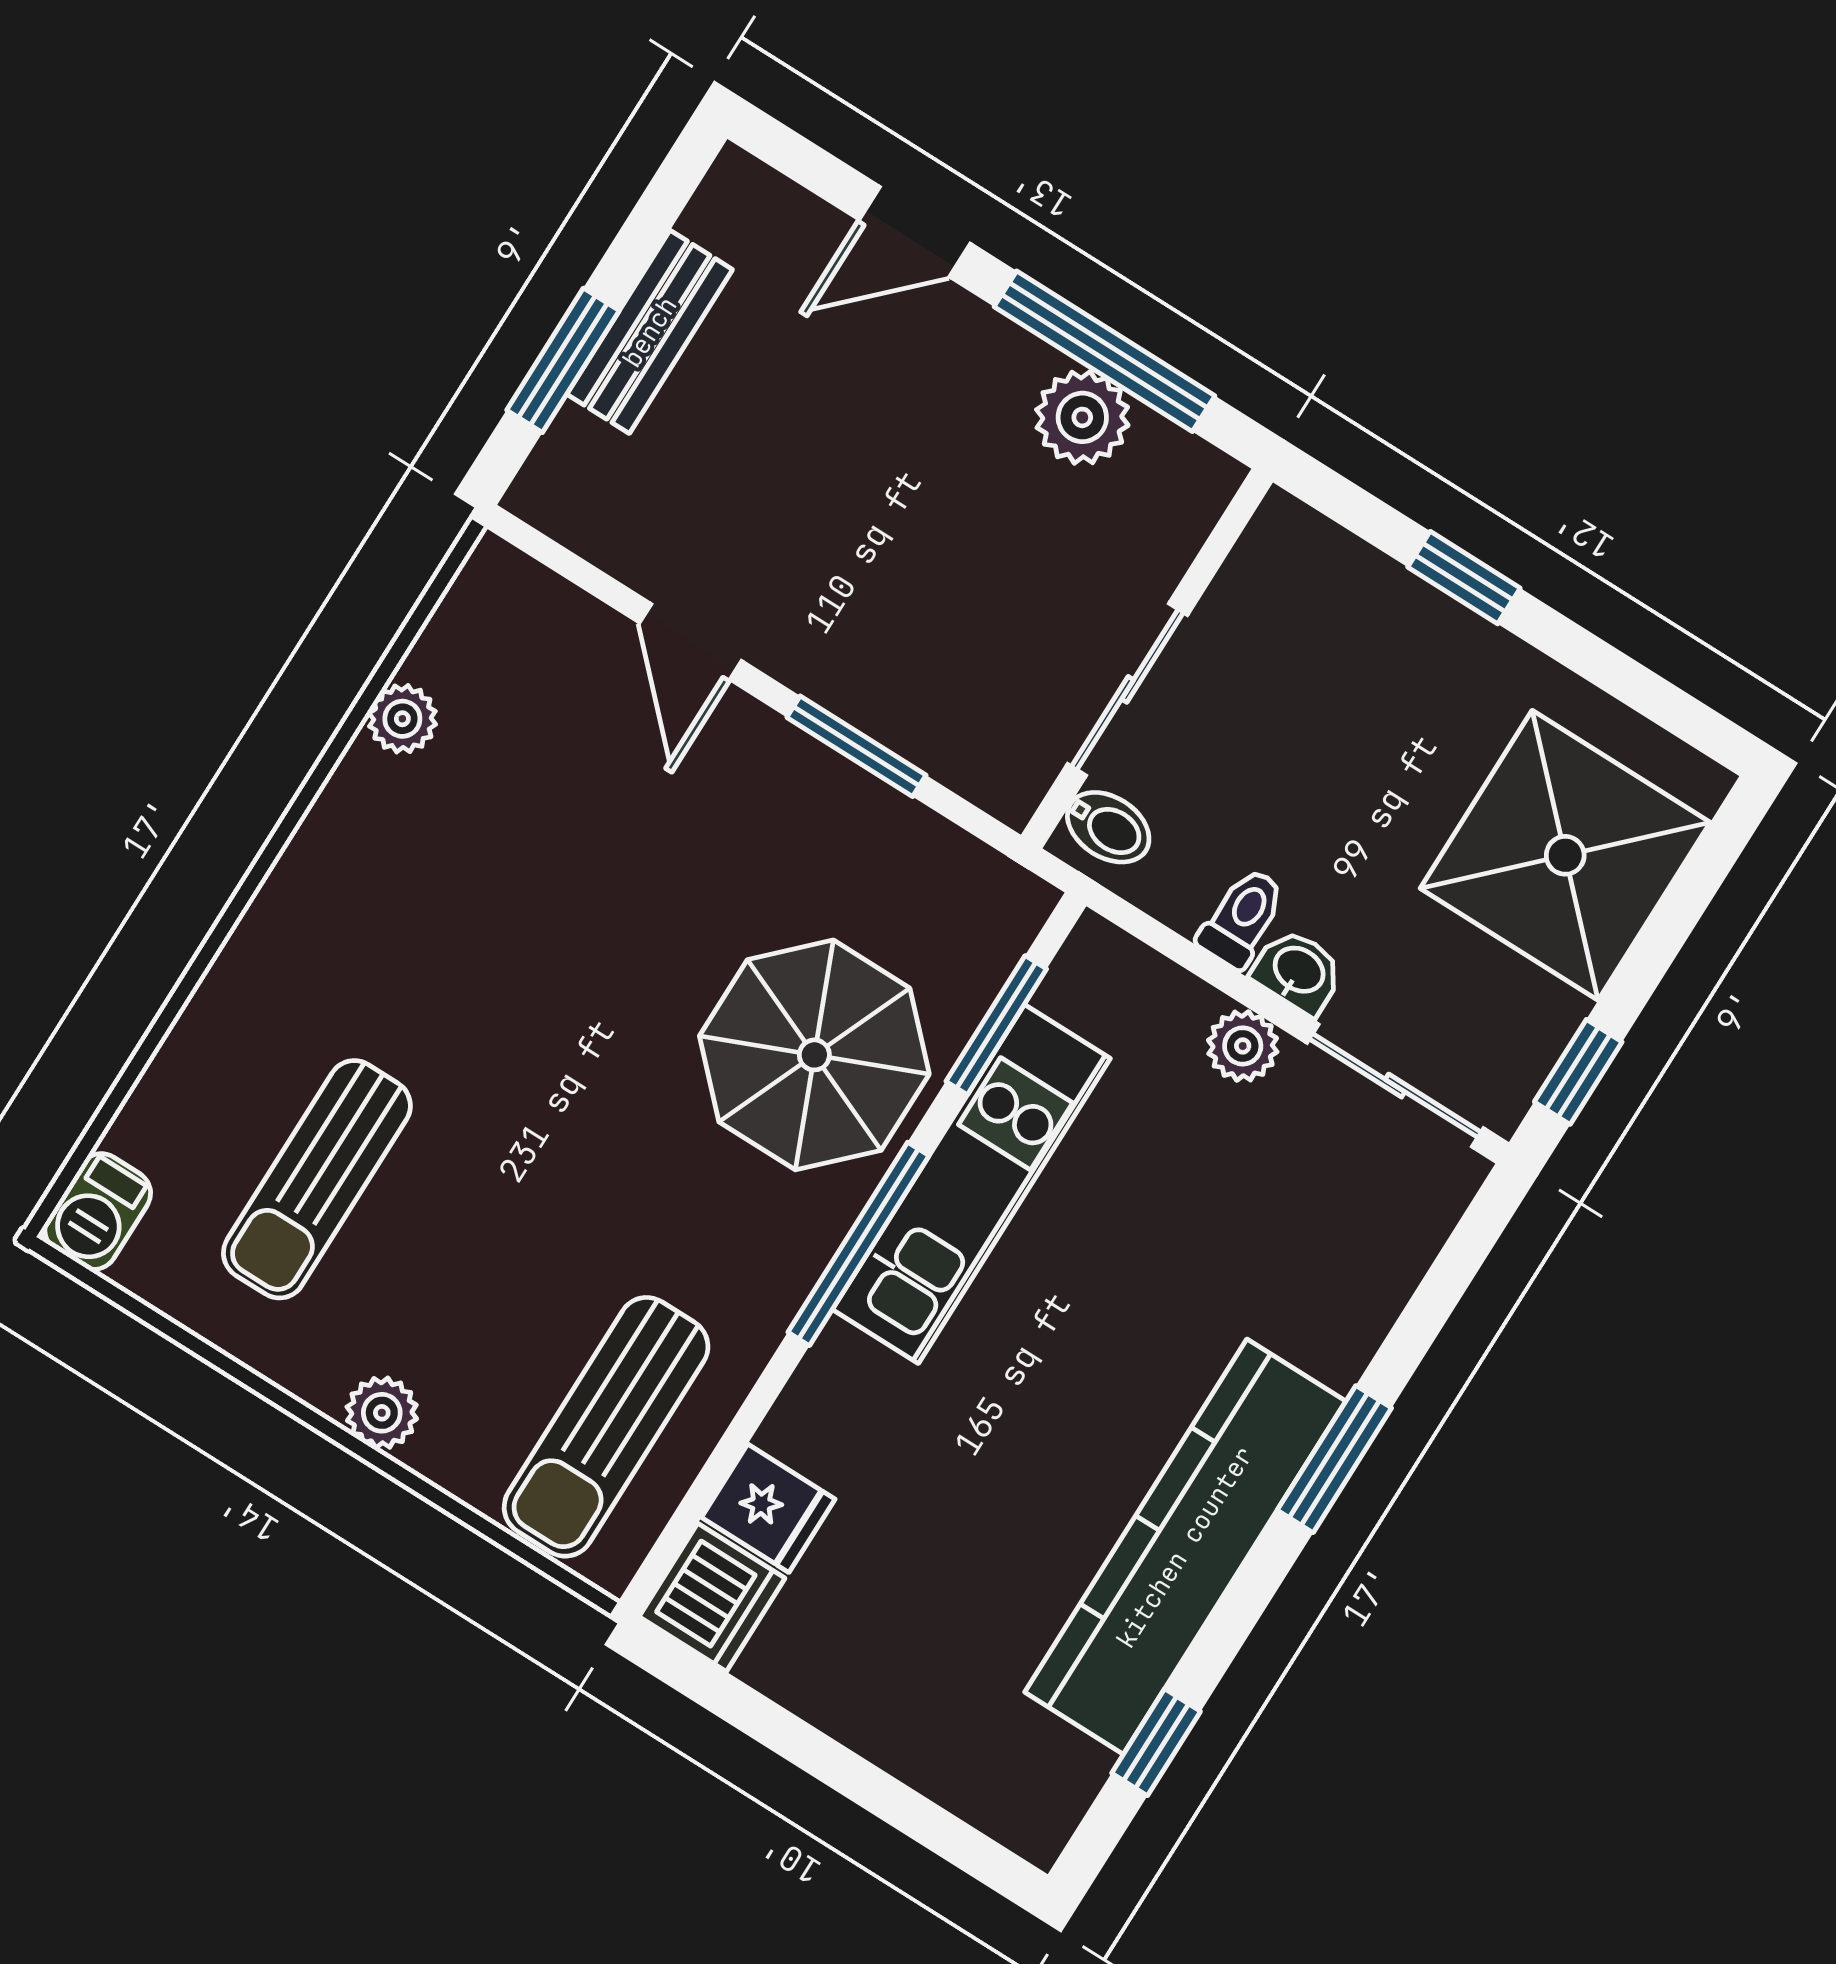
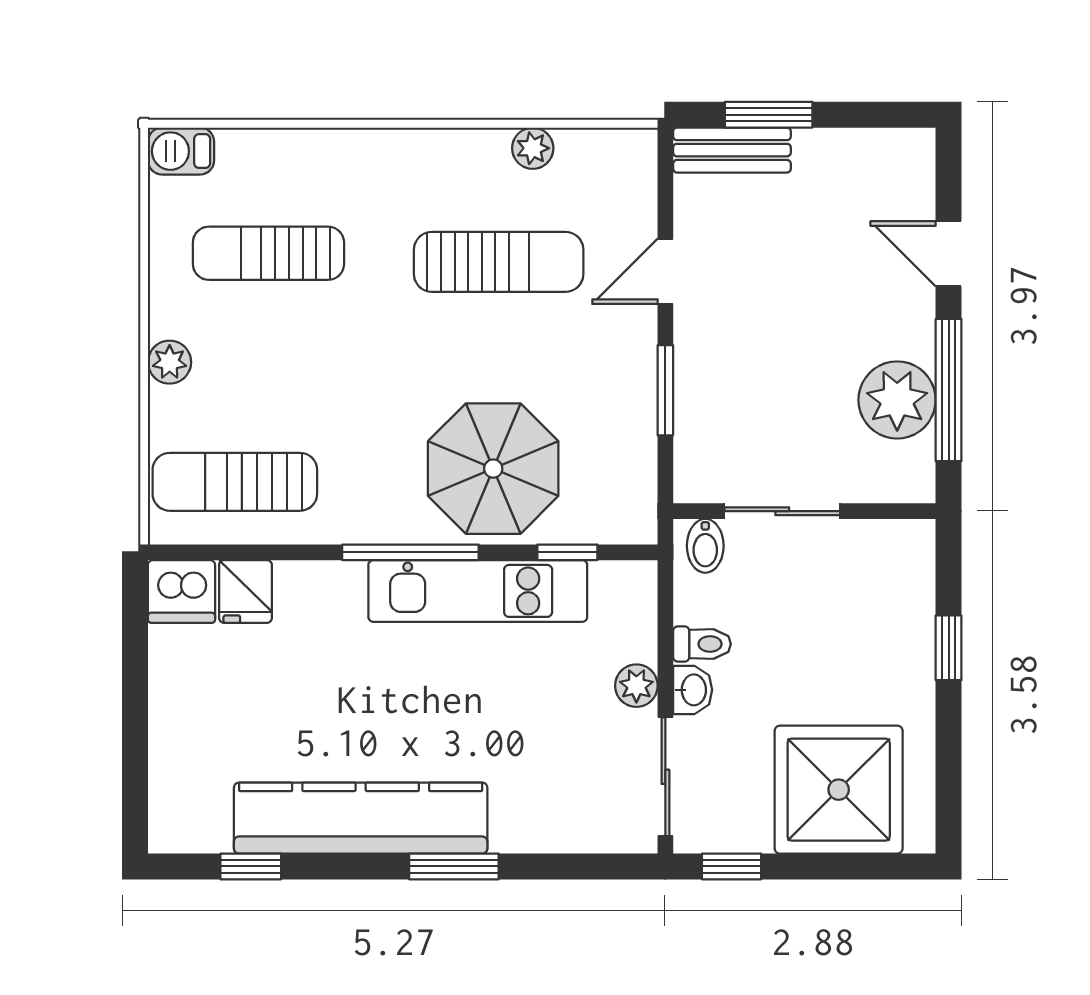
bench: (650, 332) -> (732, 150), moved
plant: (1082, 417) -> (897, 400), width x1.36, depth x1.36
sun lounger: (531, 866) -> (499, 262), added
window: (996, 1025) -> (567, 552), width x0.67

